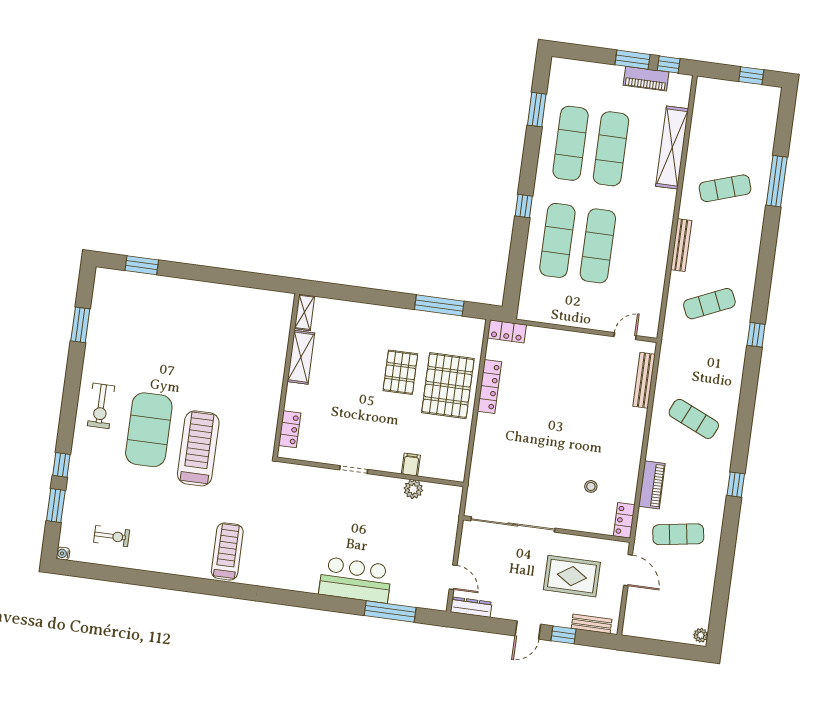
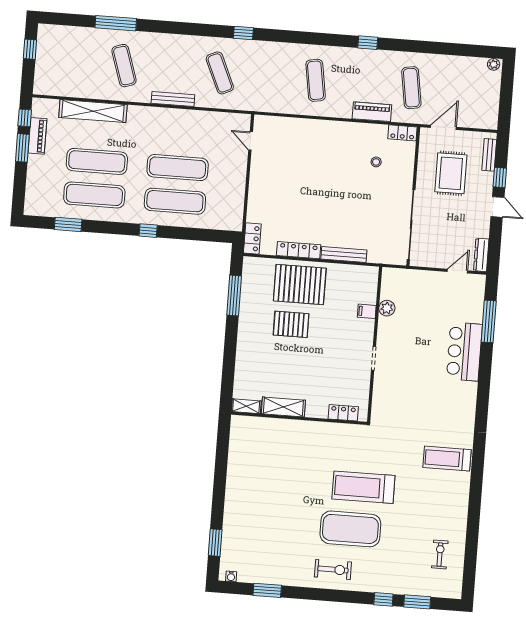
bench: (644, 380) -> (344, 254), moved
exercise mat: (694, 419) -> (316, 80), turned -33
water cooler: (63, 554) -> (231, 576), moved

